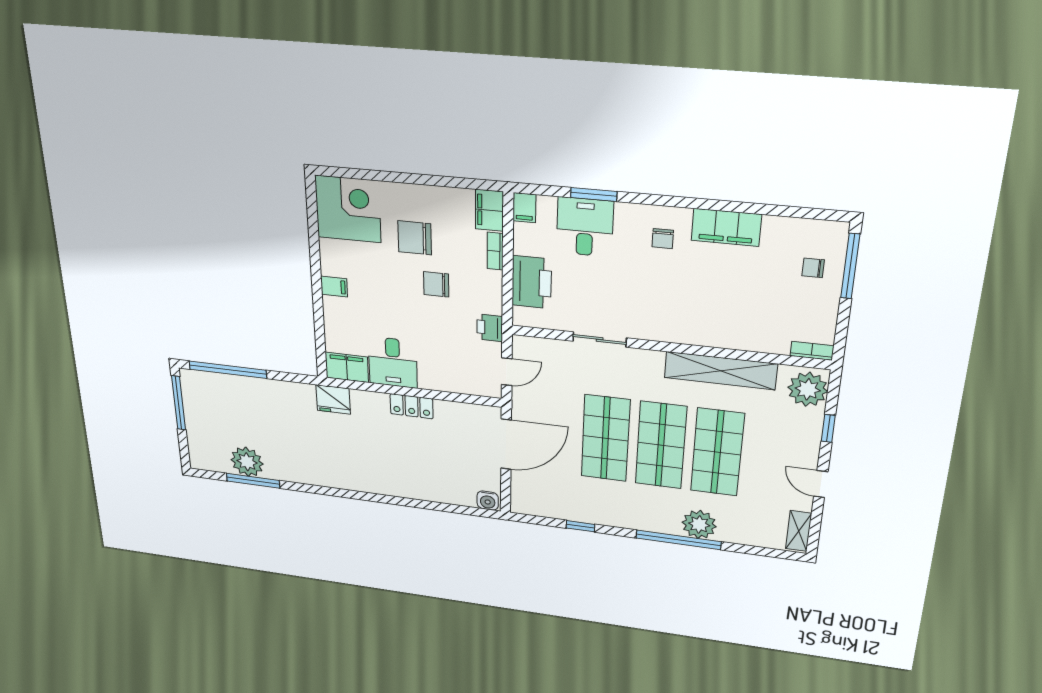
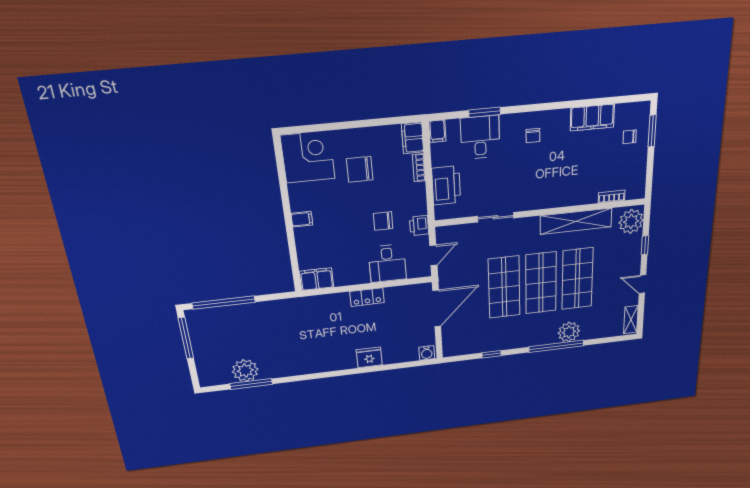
filing cabinet: (726, 227) -> (592, 118), moved
window: (850, 266) -> (652, 131), width x0.69
chair: (436, 284) -> (383, 221), moved
bookcase: (812, 351) -> (612, 197), moved
desk: (393, 362) -> (387, 263), moved
fridge: (333, 399) -> (369, 357), moved, turned 180

